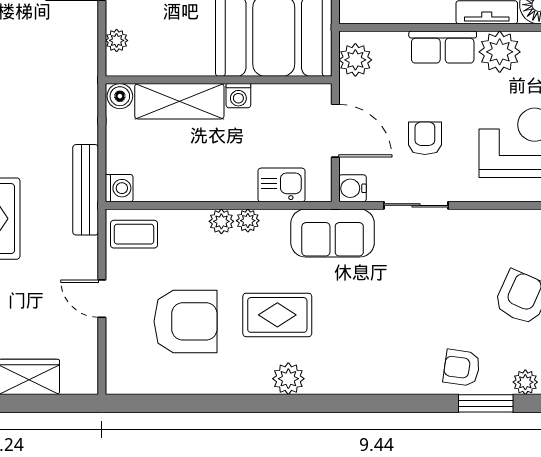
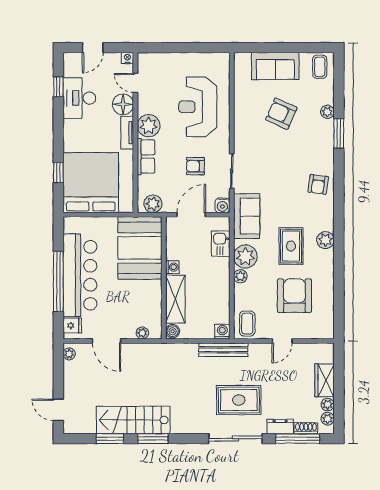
plant: (248, 221) -> (245, 257), width x1.87, depth x1.87
armchair: (462, 368) -> (318, 184), moved

